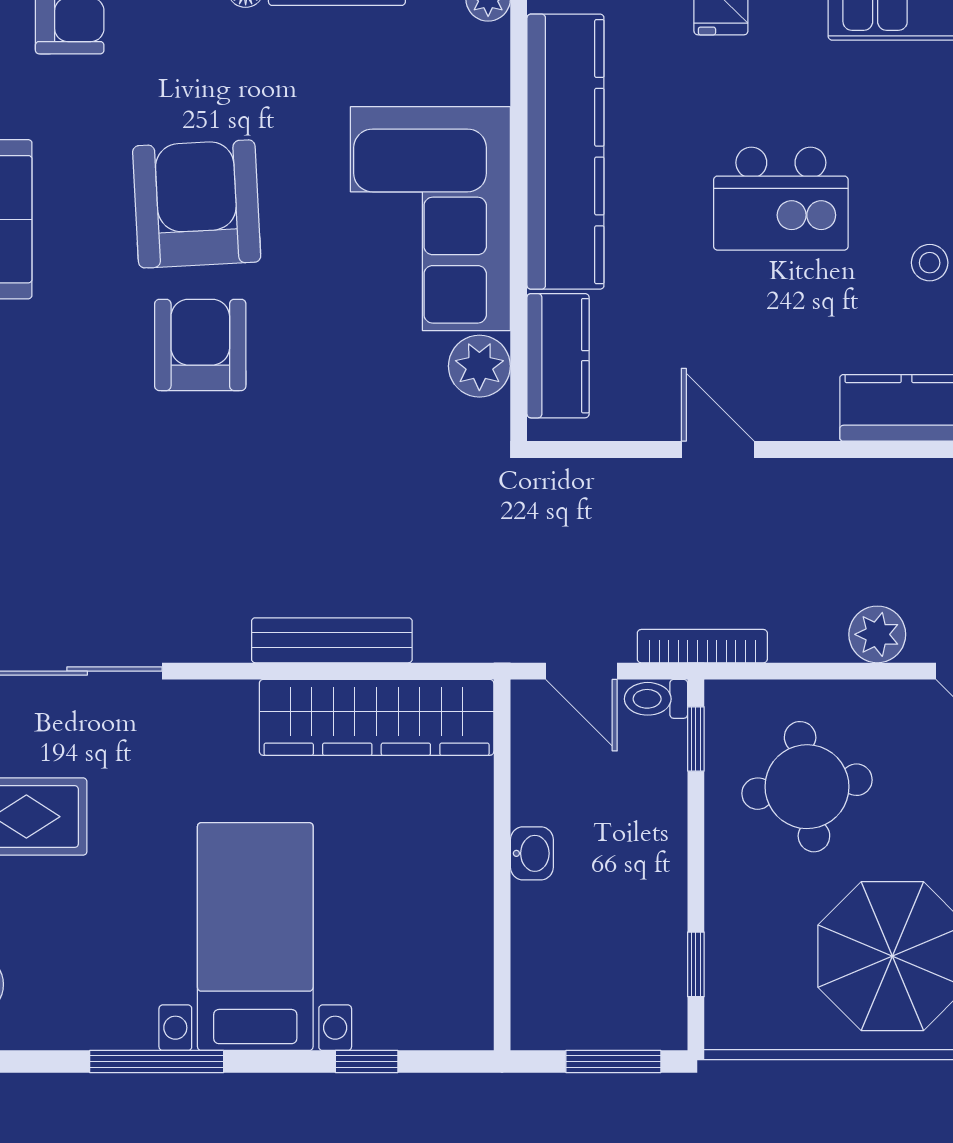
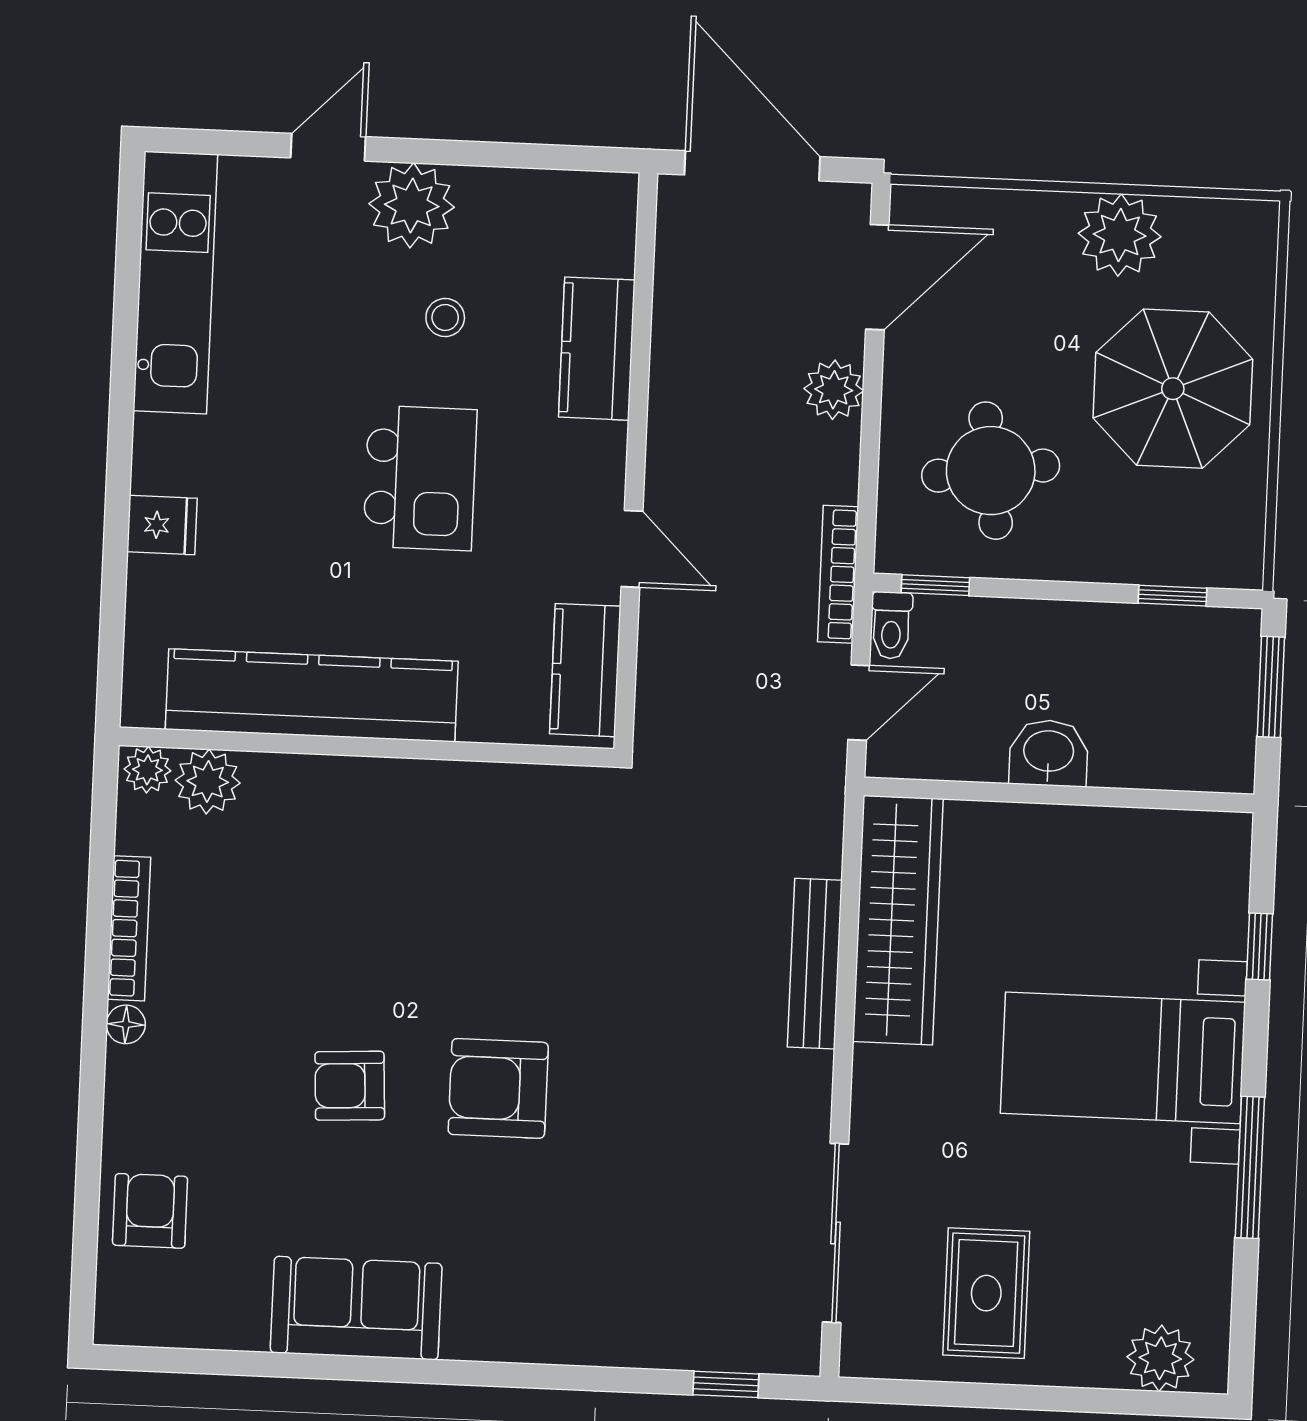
kitchen island: (781, 199) -> (420, 478), moved
armchair: (197, 204) -> (350, 1086), width x0.53, depth x0.53
corner sofa: (430, 219) -> (376, 841), removed
kitchen counter: (558, 356) -> (585, 670), moved, turned -90
plant: (479, 366) -> (208, 782), moved
door: (718, 450) -> (632, 549), swing flipped
washbasin: (532, 853) -> (1049, 753), width x1.38, depth x1.45

